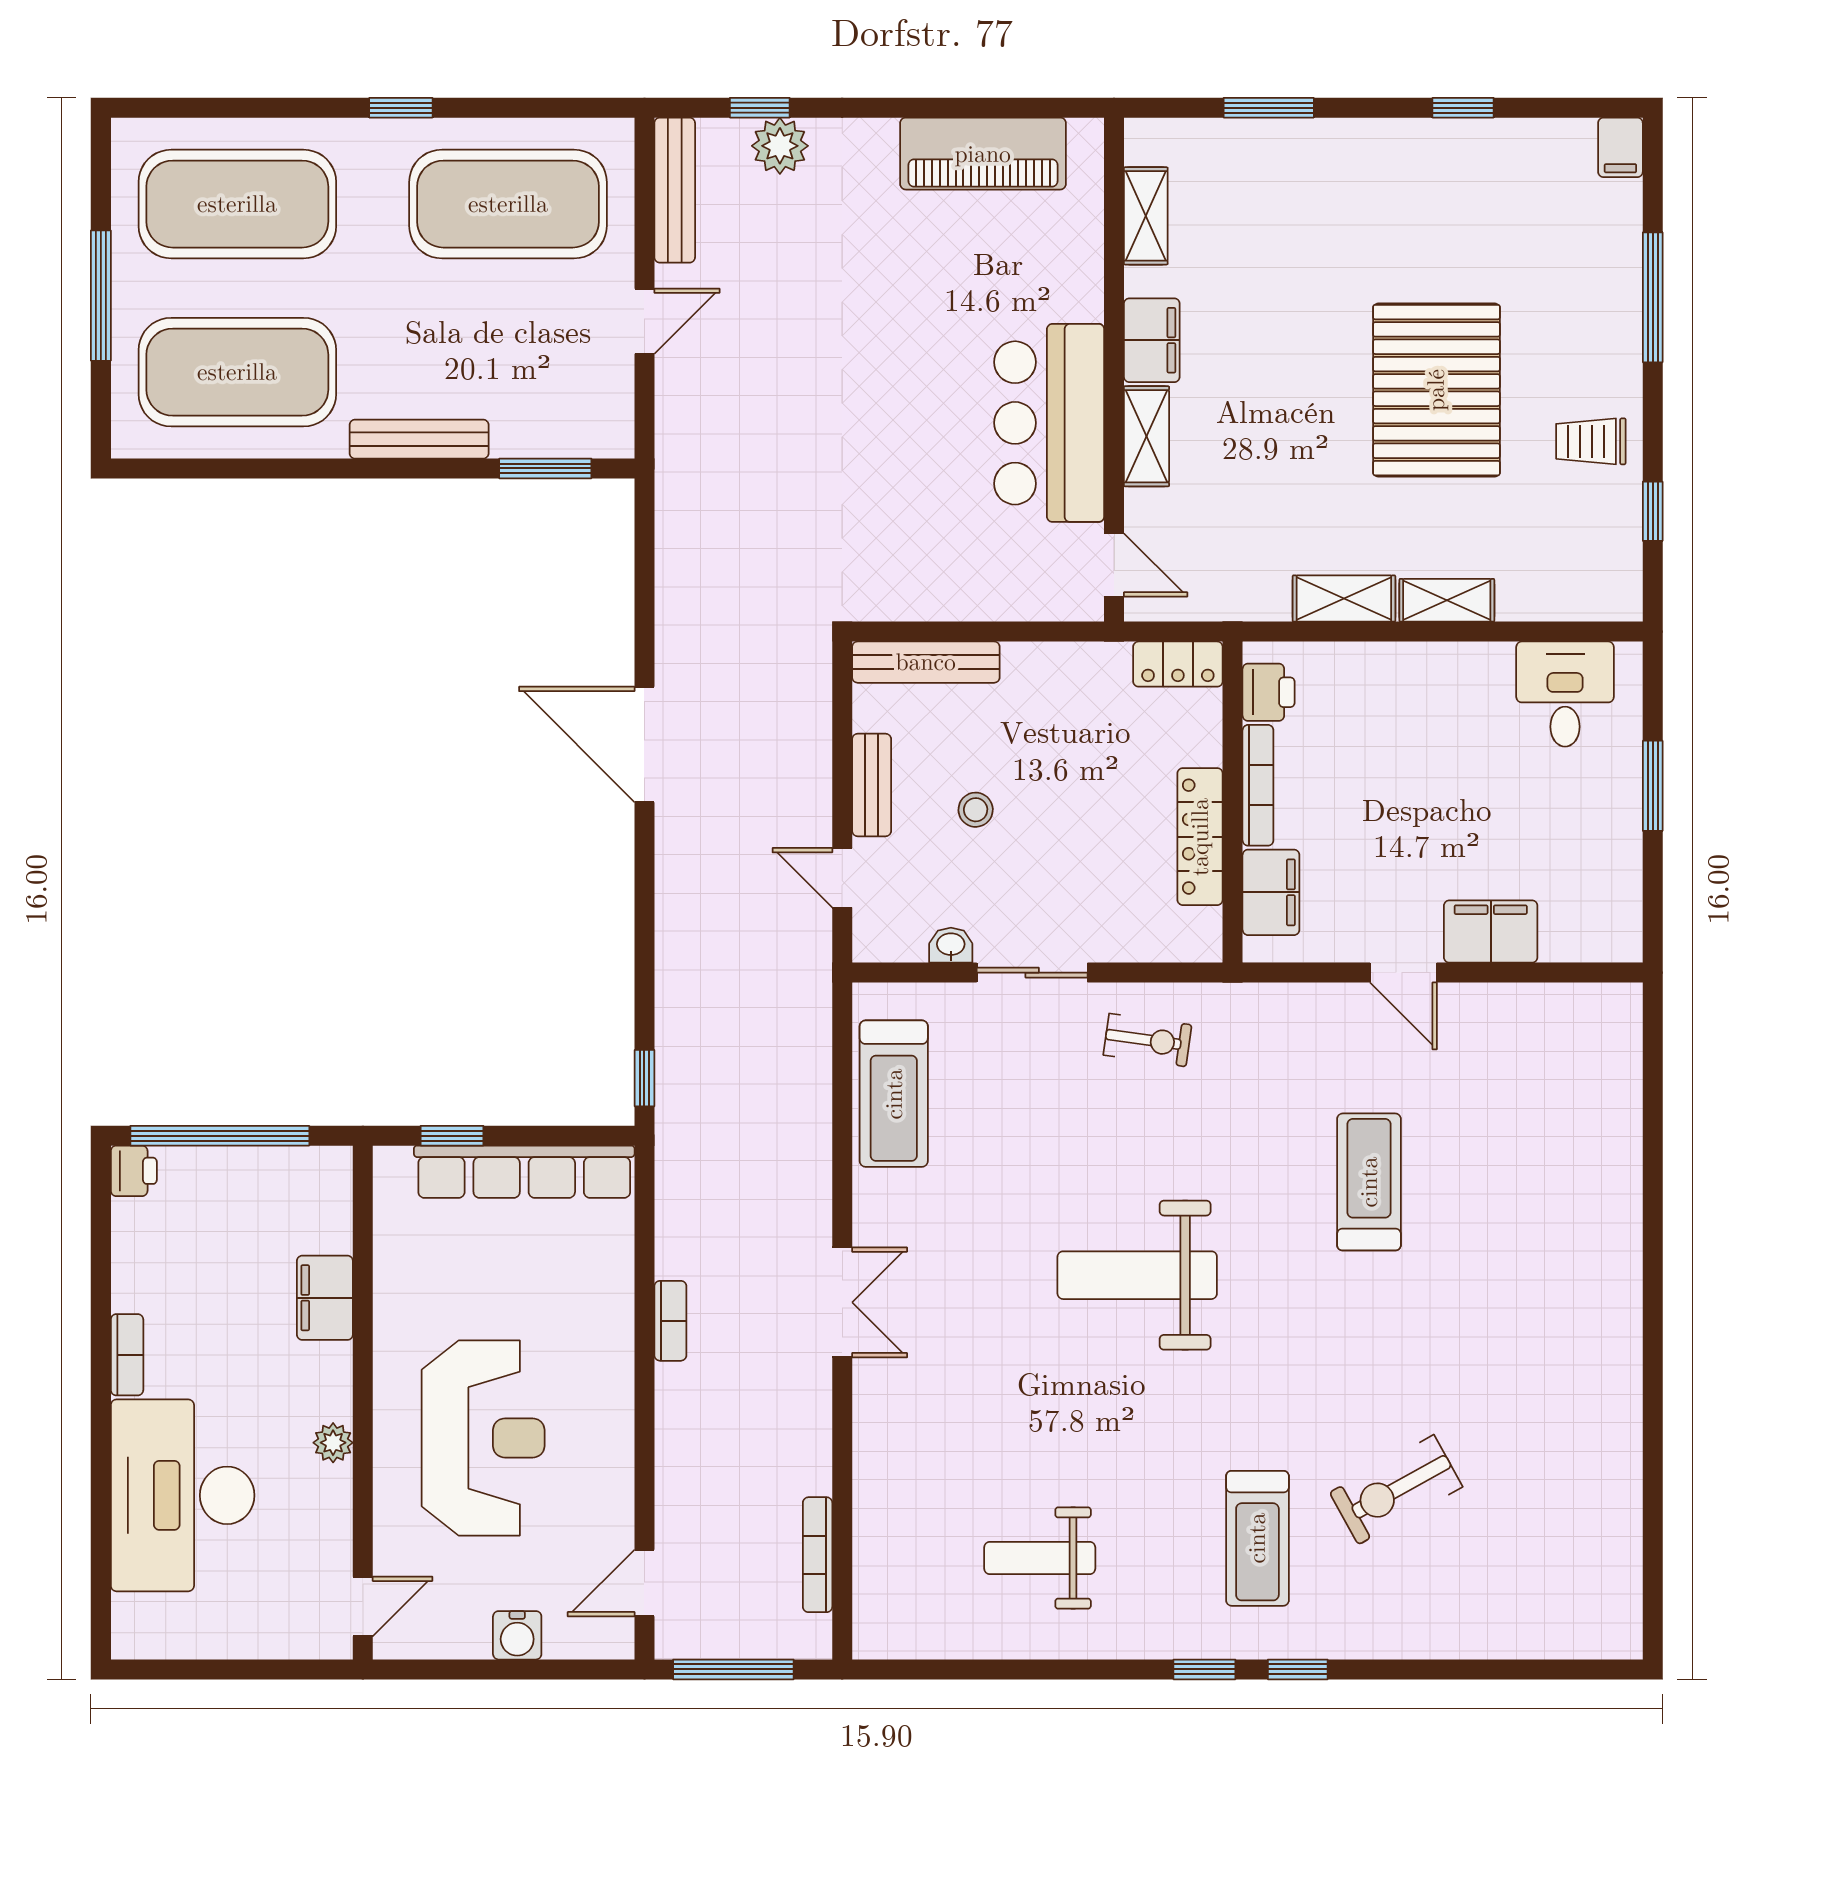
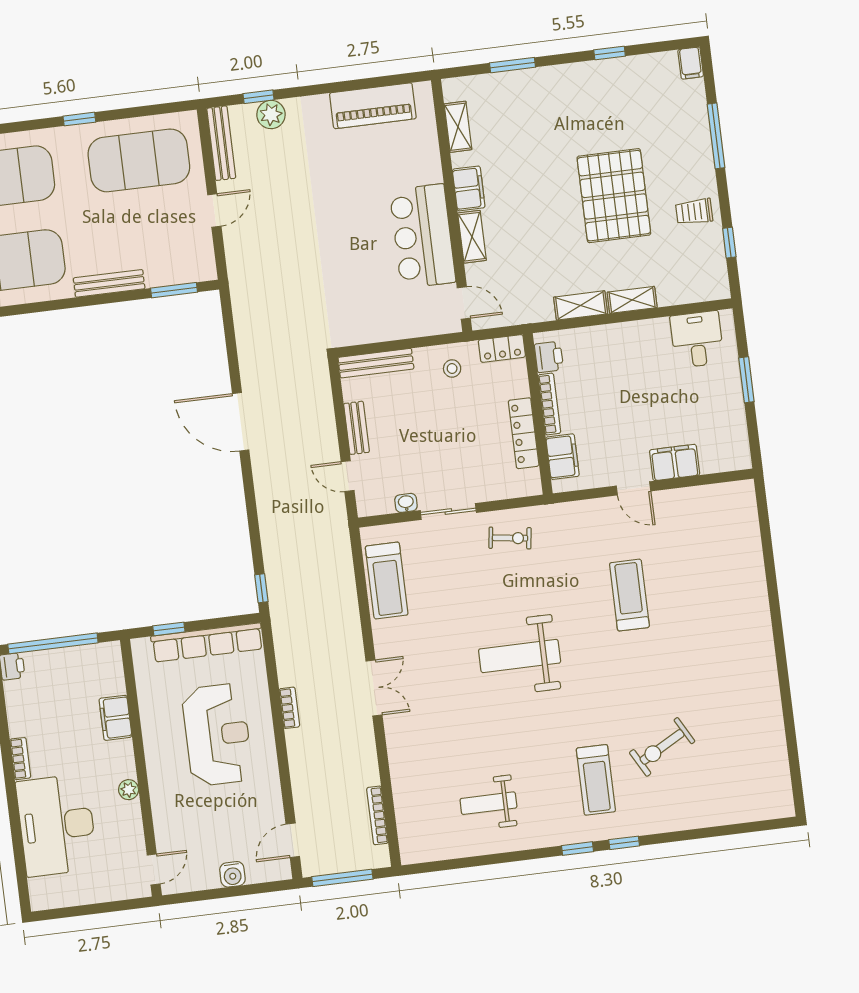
stool: (976, 810) -> (452, 369), moved
reception desk: (483, 1438) -> (217, 735), moved

